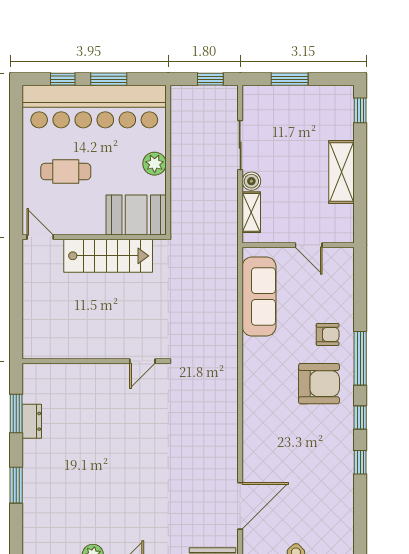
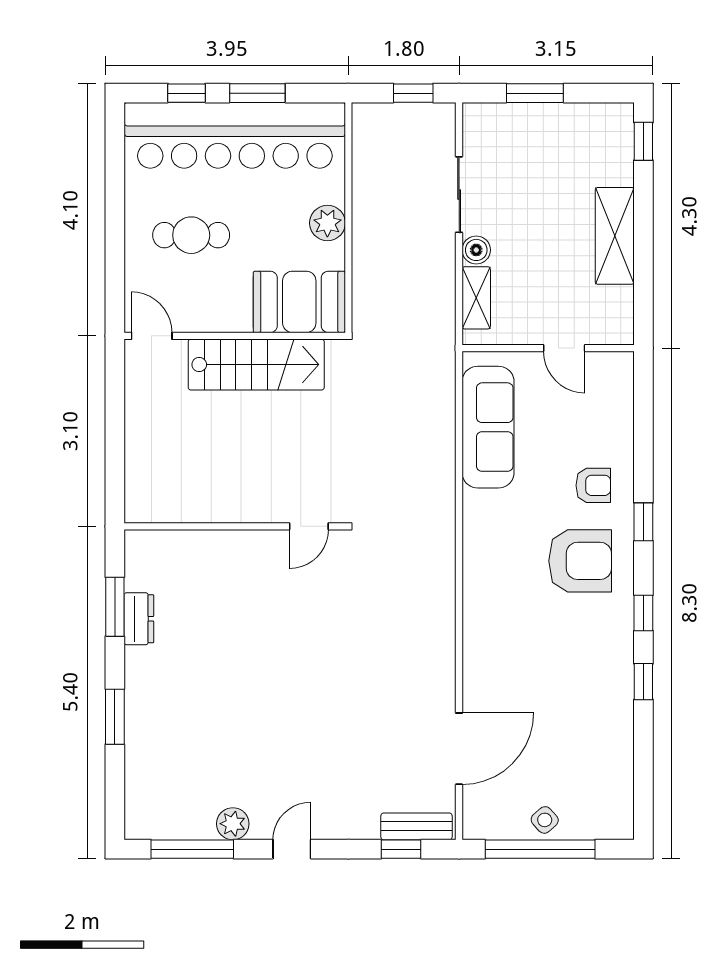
window: (360, 358) -> (643, 522), width x0.46

